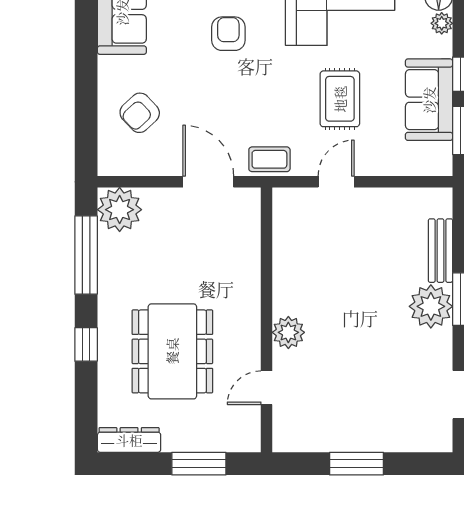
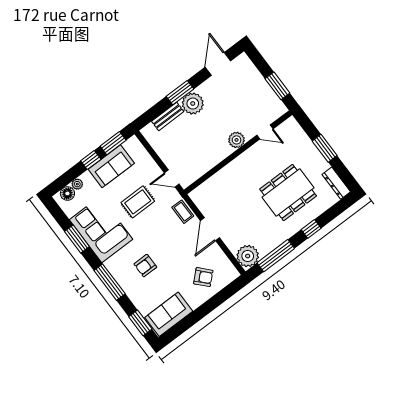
wall: (267, 320) -> (238, 152), moved
plant: (288, 332) -> (237, 140), moved
door: (267, 388) -> (265, 132), moved

